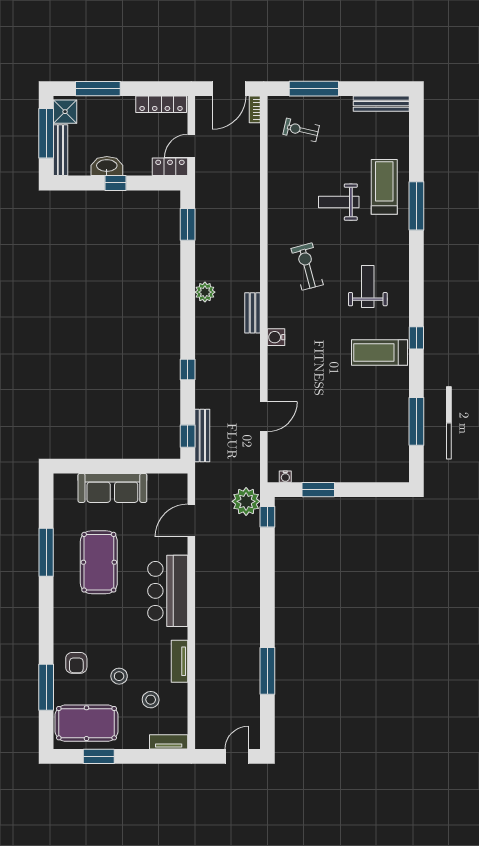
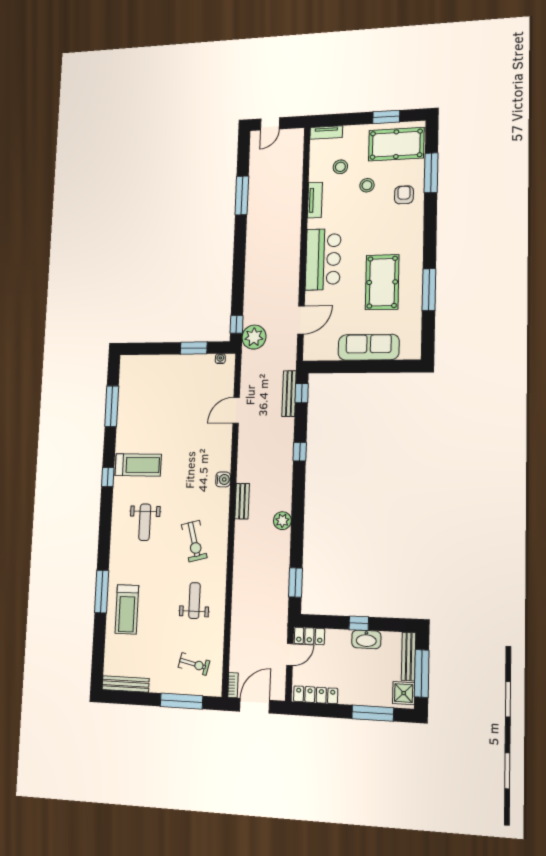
weight bench: (339, 202) -> (194, 601), moved, turned -90

